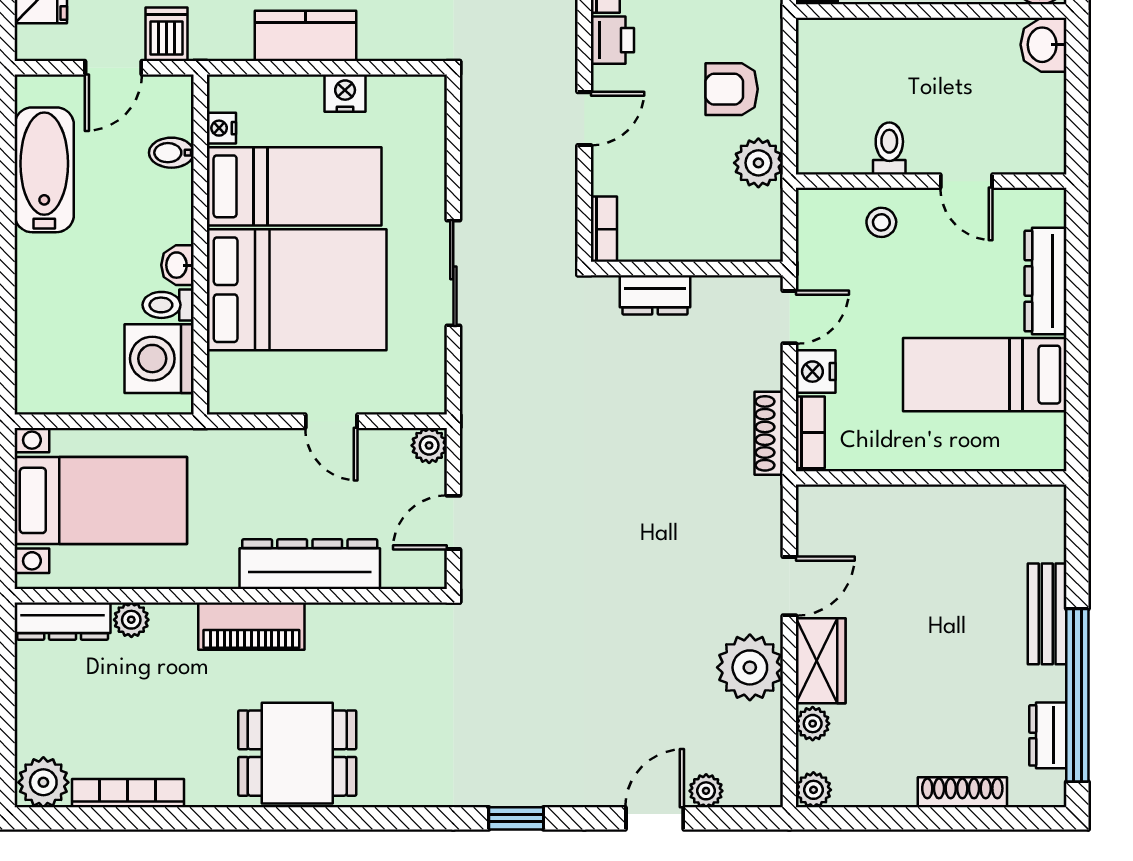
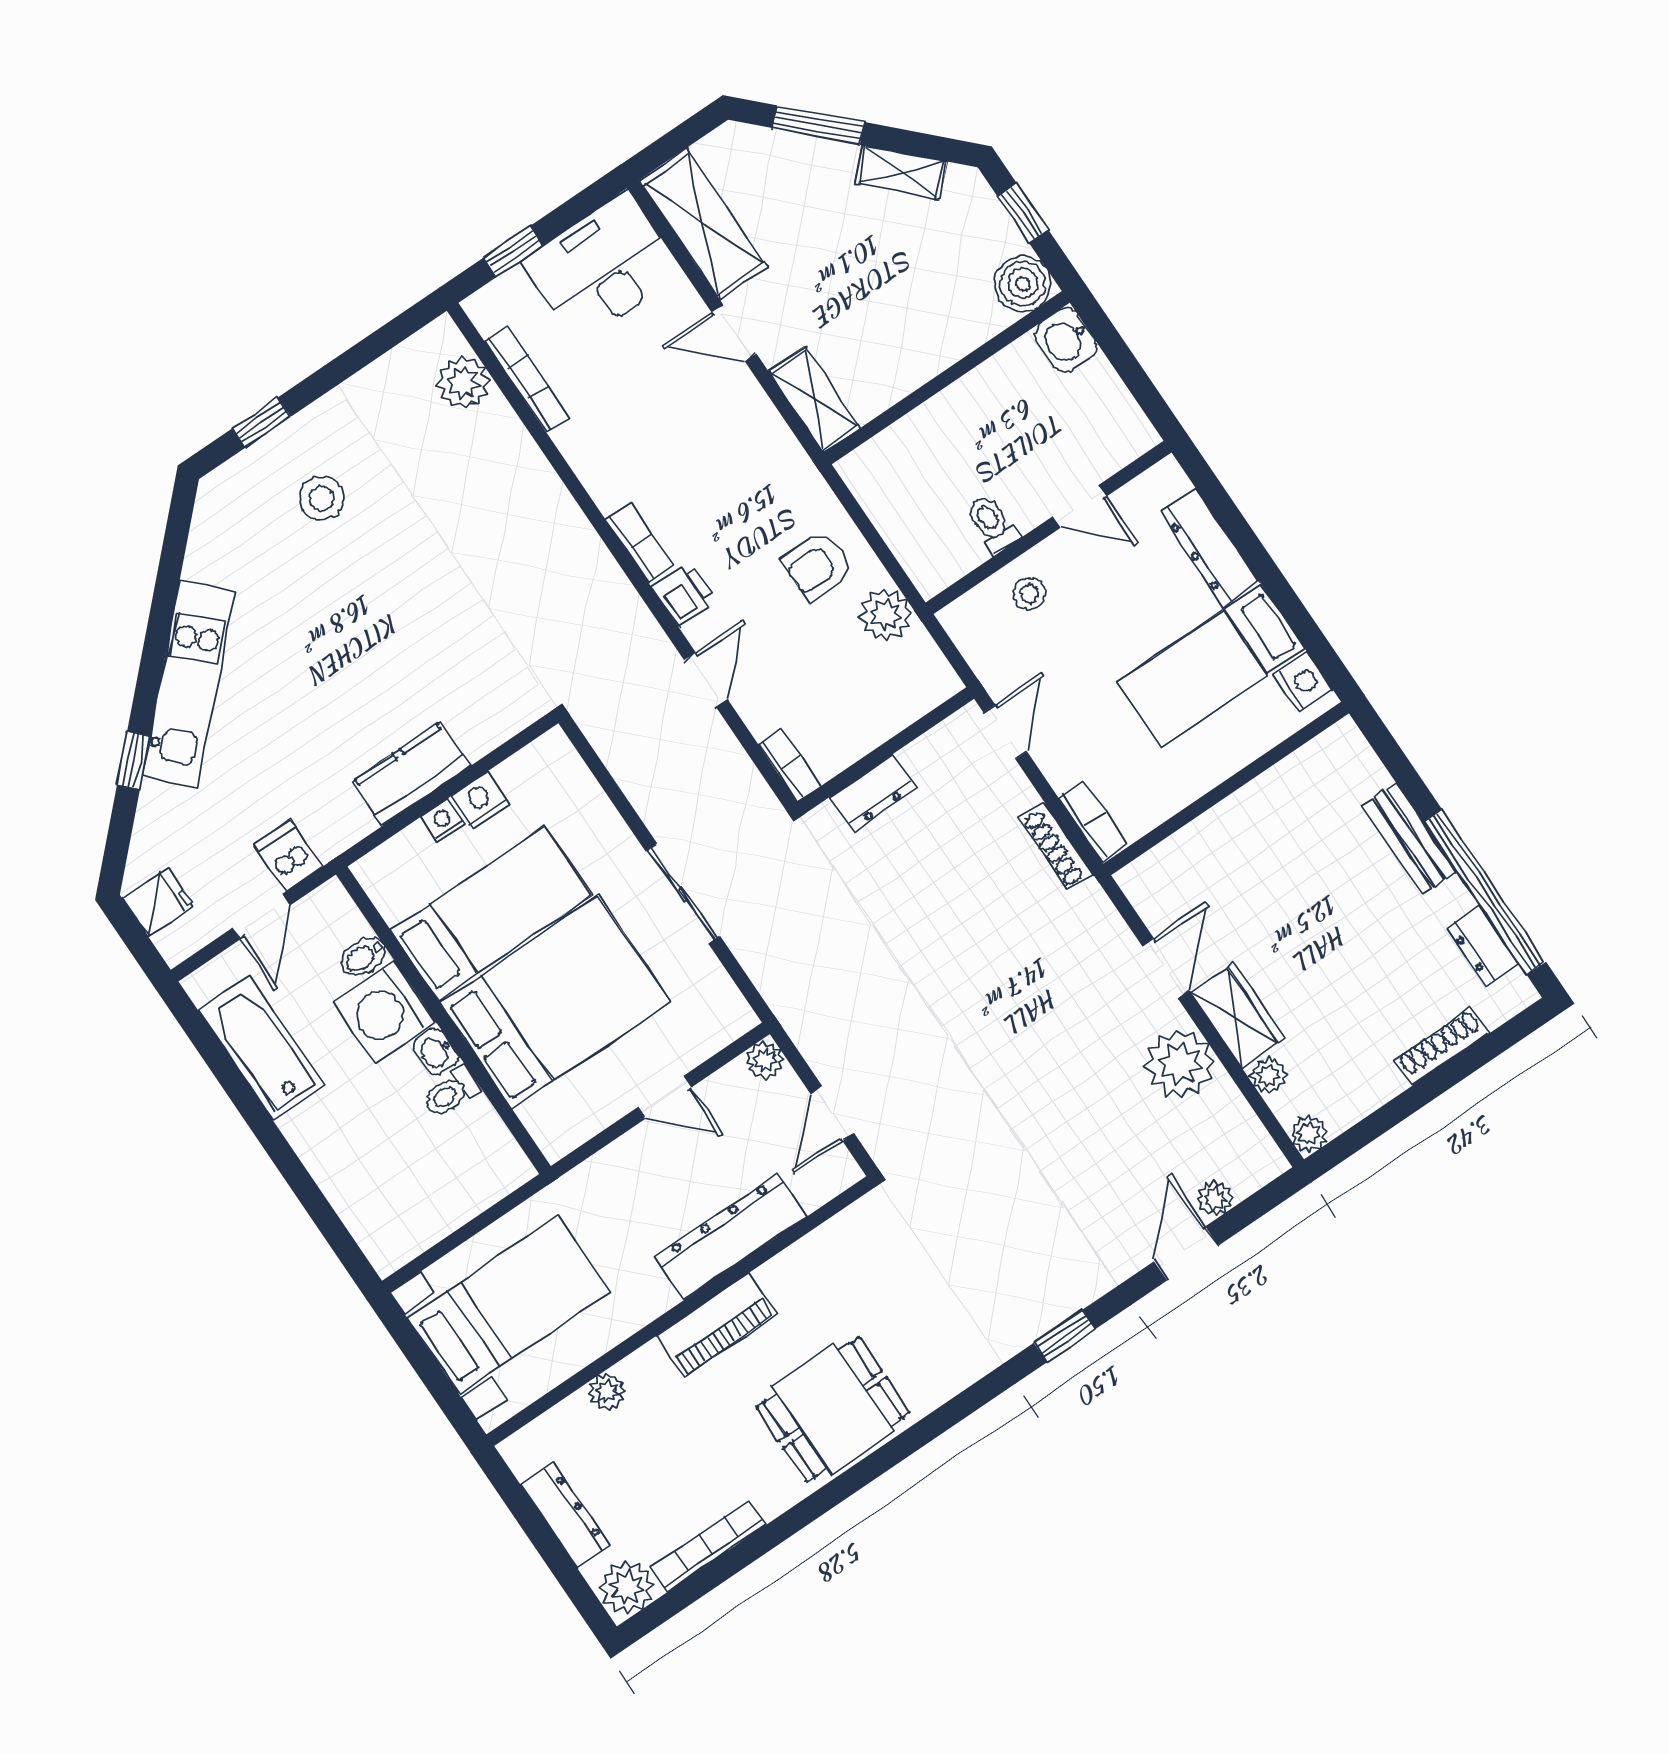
nightstand: (221, 128) -> (443, 820), moved, turned 90
washing machine: (159, 359) -> (385, 1012), moved
nightstand: (816, 372) -> (1303, 683), moved, turned 180
dresser: (63, 621) -> (565, 1515), moved, turned -90

